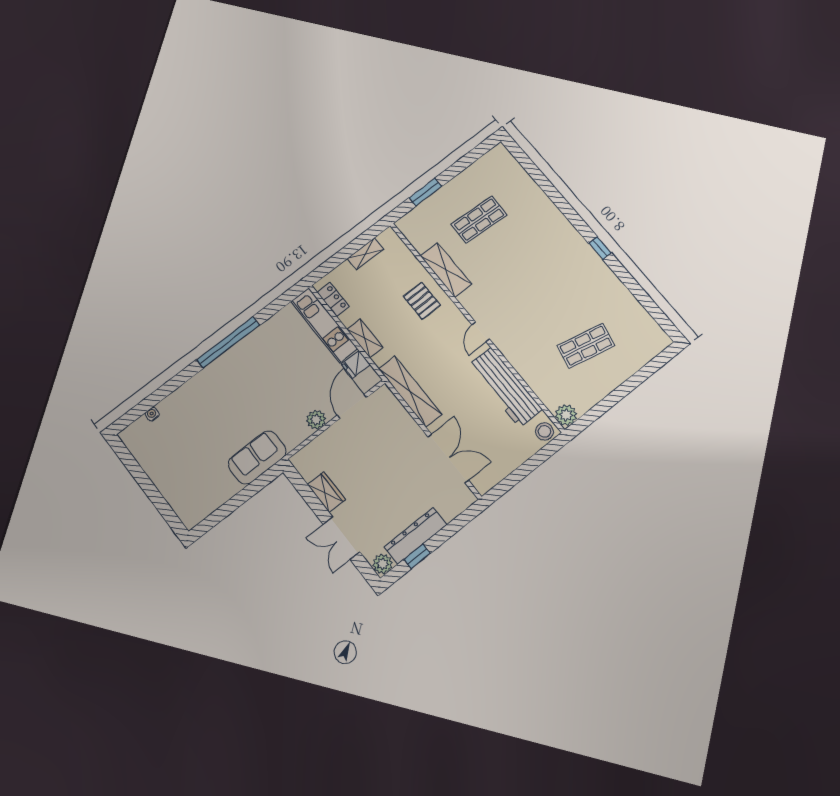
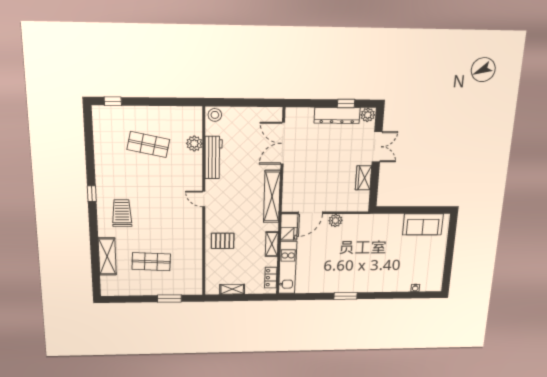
trolley: (553, 250) -> (122, 213), added
shelving: (446, 270) -> (107, 256), moved
pallet: (422, 301) -> (223, 241), turned 90
door: (481, 332) -> (204, 199), swing flipped
window: (228, 342) -> (345, 296), width x0.47
window: (657, 363) -> (113, 101), added
workbench: (505, 387) -> (214, 158), width x0.73, depth x0.76
plant: (566, 415) -> (194, 144), moved
sofa: (257, 458) -> (423, 224), moved

